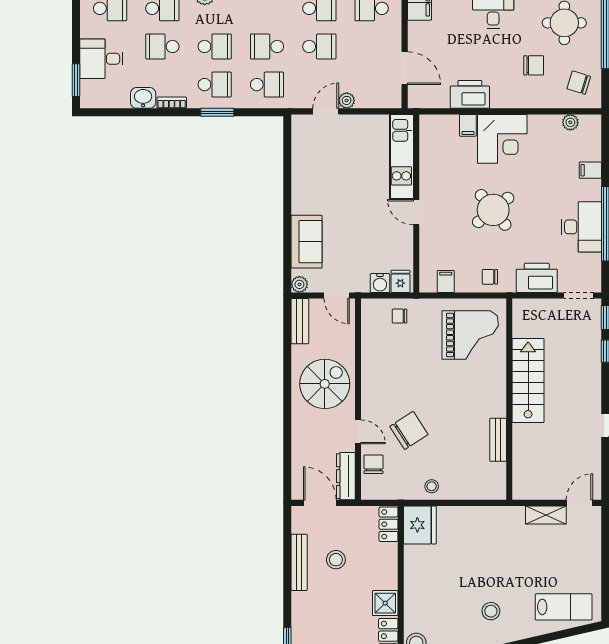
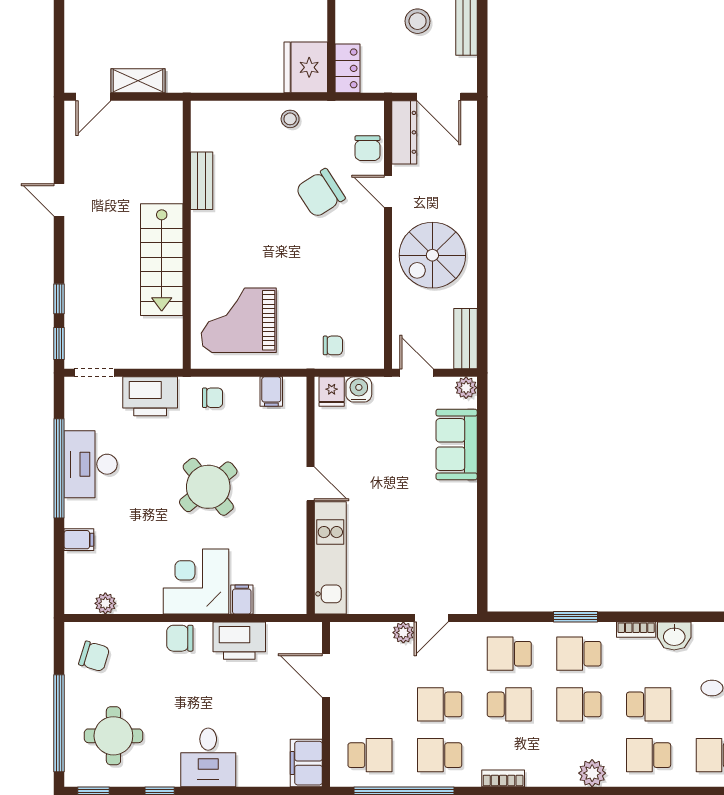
chair: (534, 65) -> (180, 638), moved

